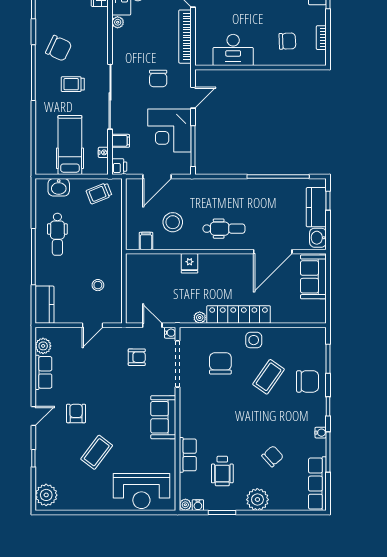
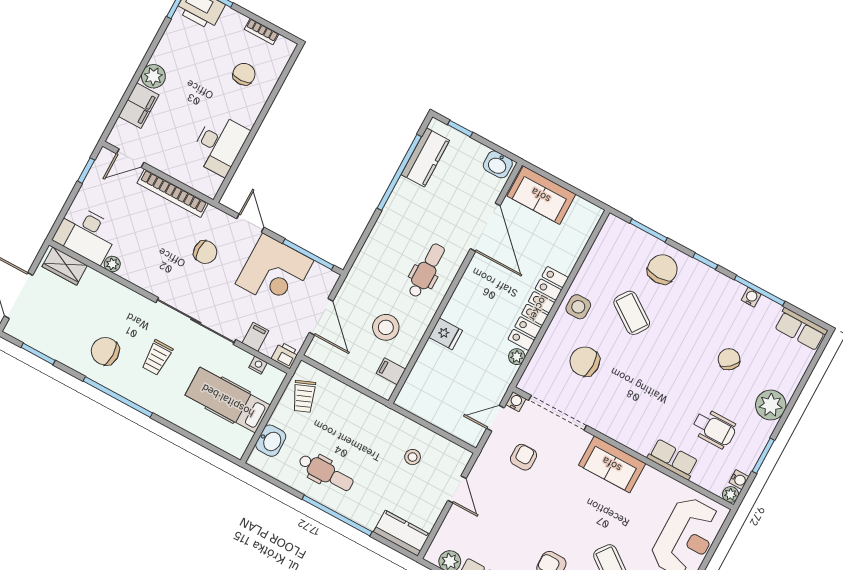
chair: (59, 48) -> (105, 351), turned -115
kitchen counter: (316, 207) -> (425, 157), moved, turned -90
water cooler: (321, 433) -> (751, 297), moved
row of seats: (317, 484) -> (801, 329), width x0.68

